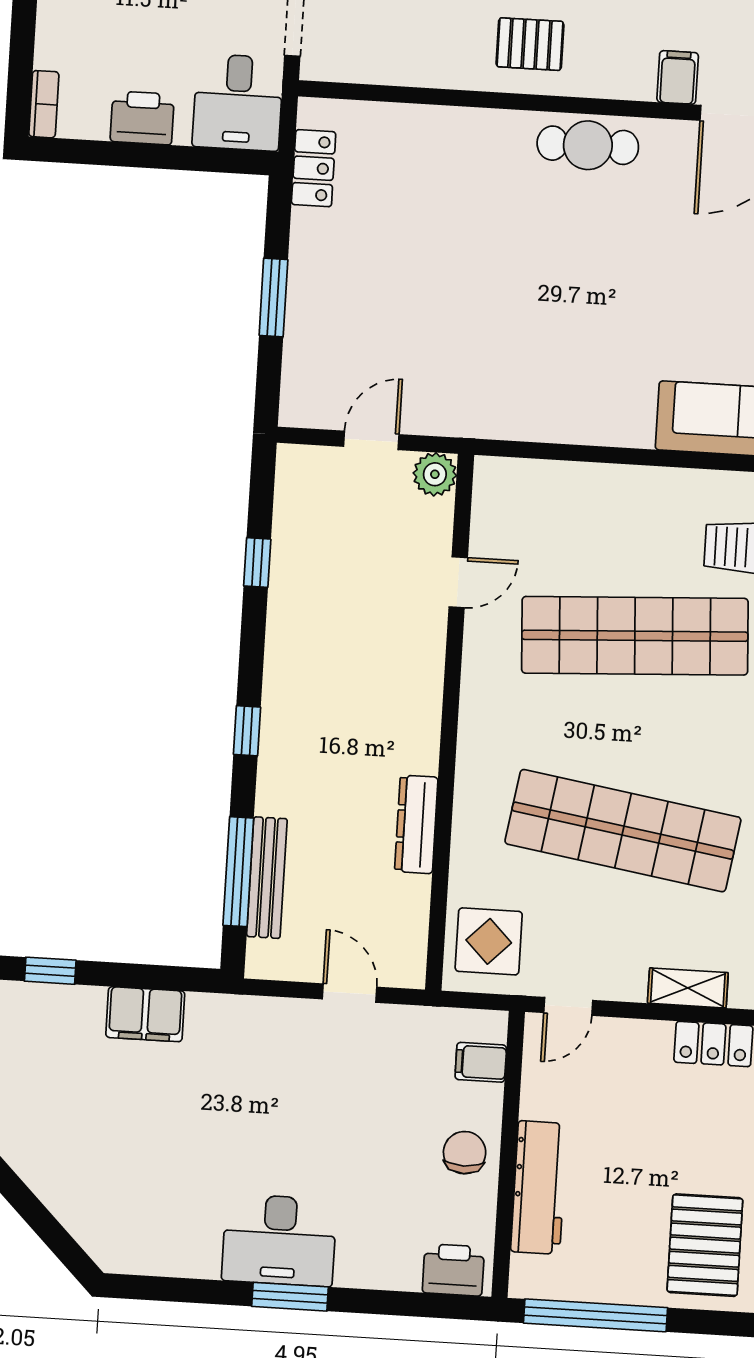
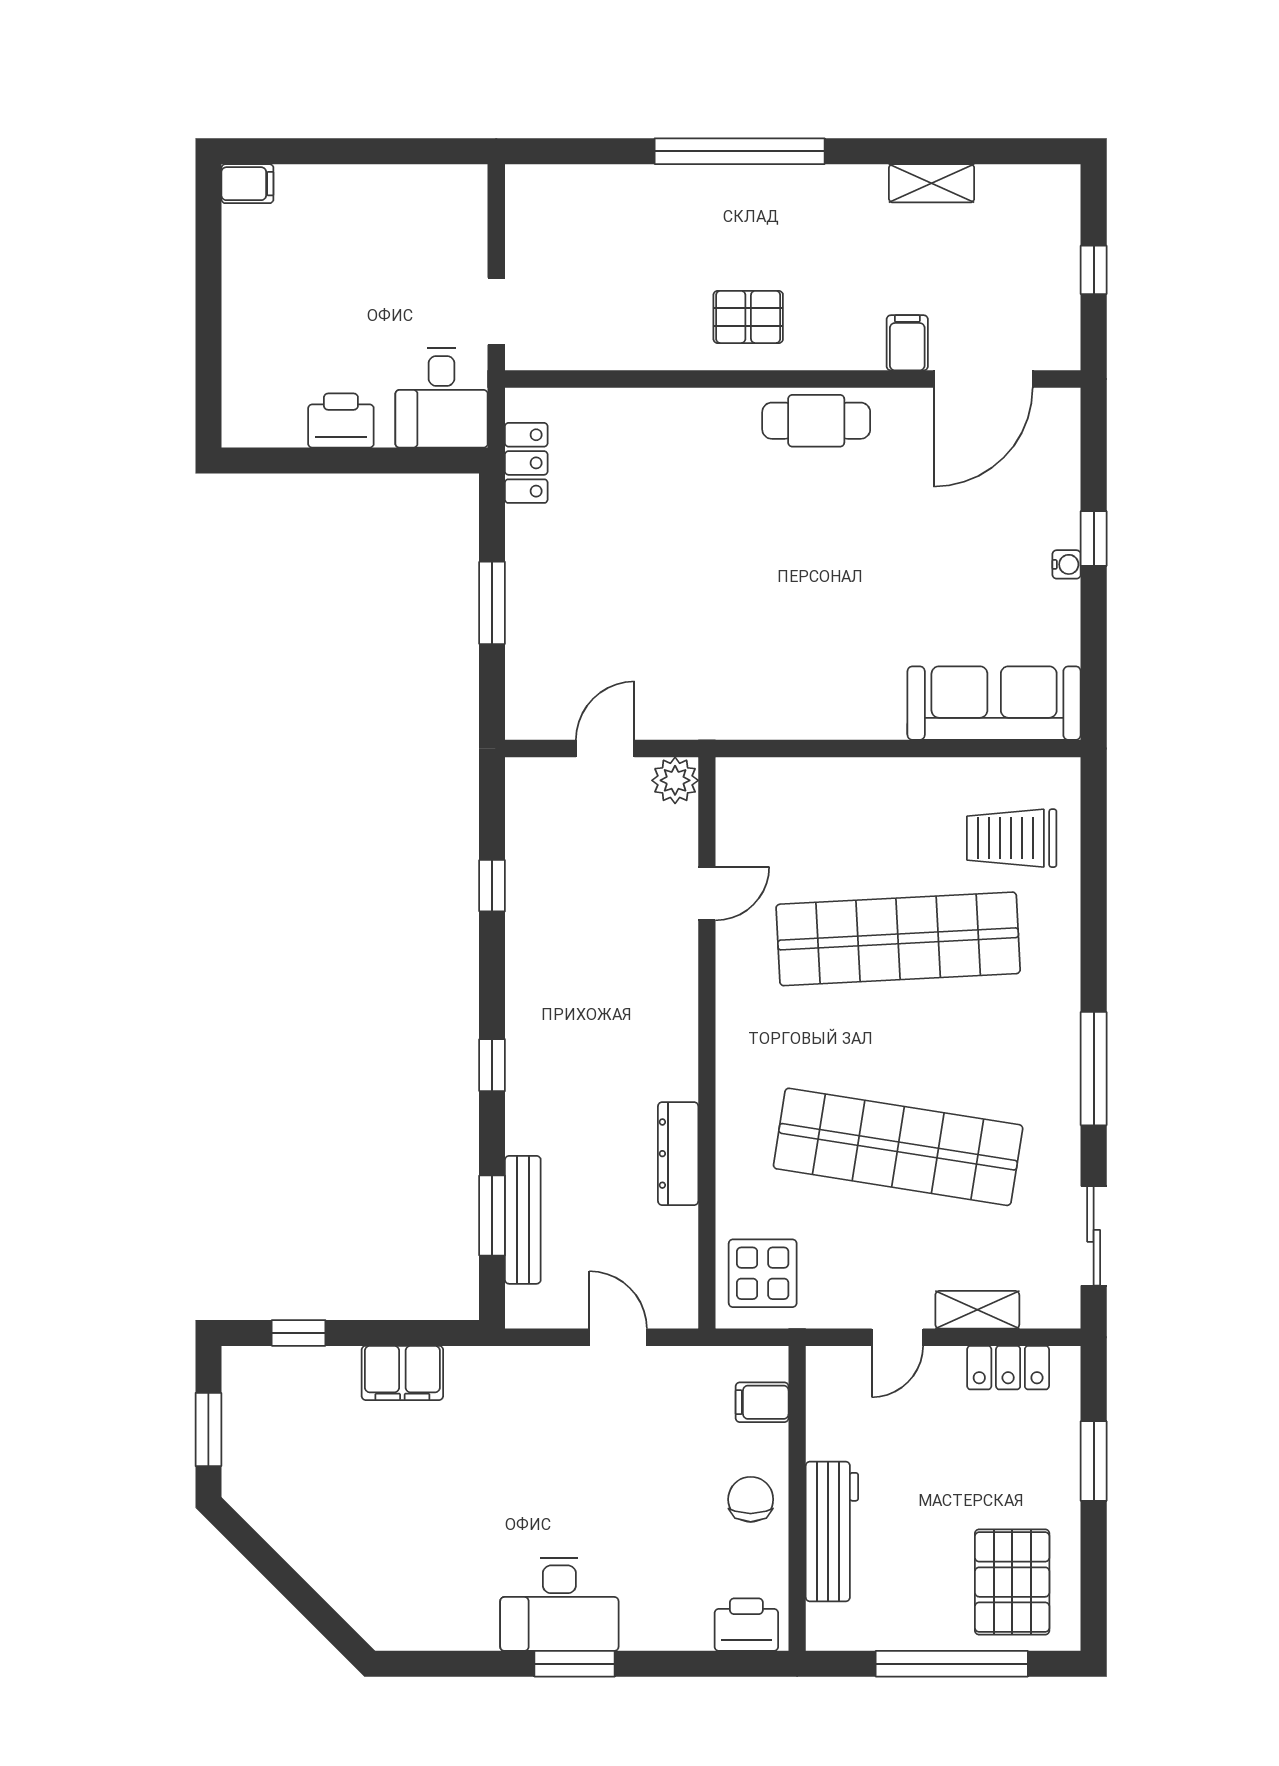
bookcase: (44, 104) -> (235, 412), removed
window: (238, 872) -> (492, 1215), width x0.69
door: (568, 1006) -> (897, 1337), moved
window: (596, 1315) -> (952, 1664), moved

